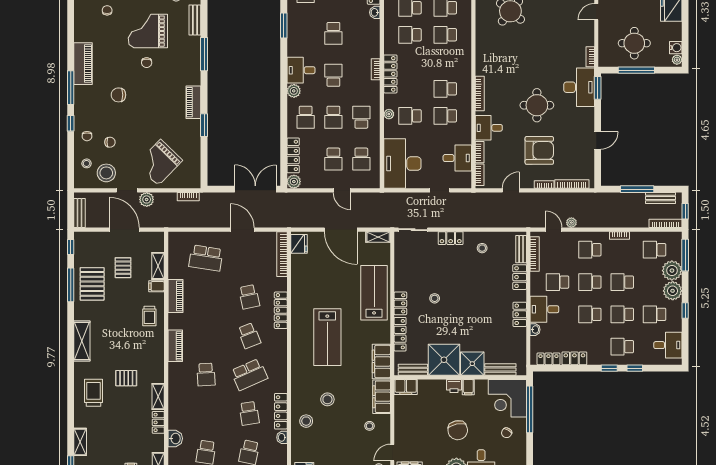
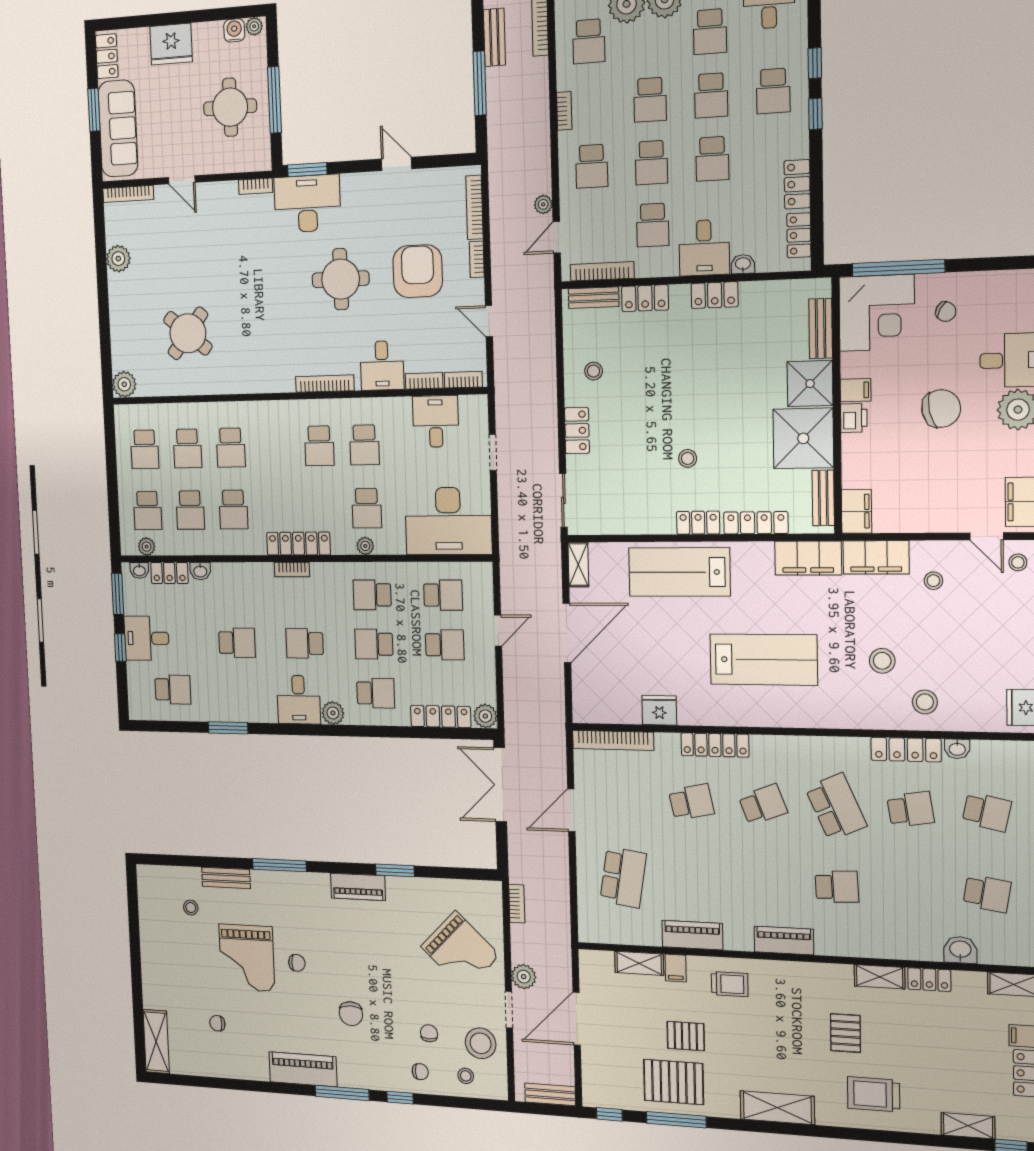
school desk: (333, 117) -> (374, 644), turned 180
fridge: (299, 244) -> (659, 710), moved
pallet: (123, 268) -> (686, 1036), moved

